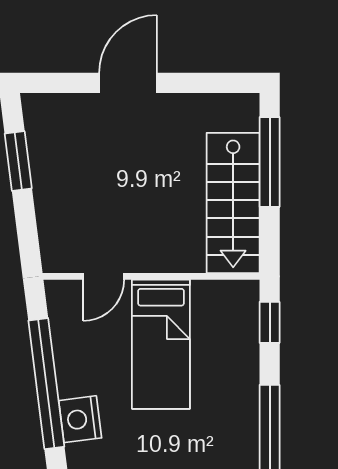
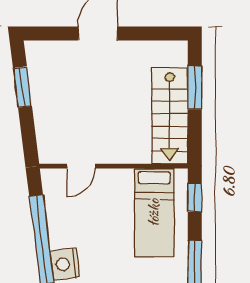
window: (270, 162) -> (195, 88), width x0.69
bed: (161, 344) -> (154, 213), moved

